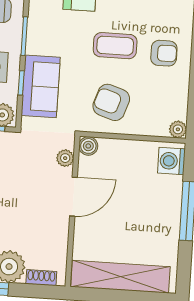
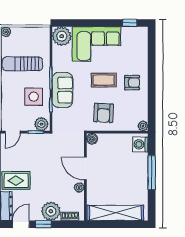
sofa: (41, 86) -> (62, 90), moved
armchair: (111, 102) -> (104, 113), turned -105
plant: (65, 158) -> (79, 187), moved
door: (73, 197) -> (85, 169), swing flipped

